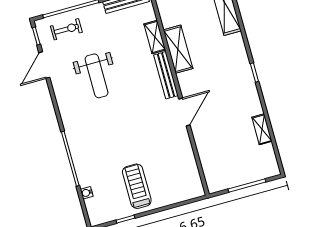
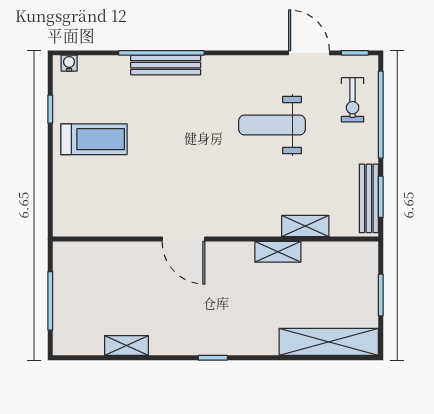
shelving: (178, 49) -> (278, 252), width x0.67, depth x0.75
bench: (166, 75) -> (166, 65), moved
water cooler: (87, 193) -> (69, 63), moved

